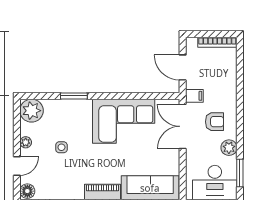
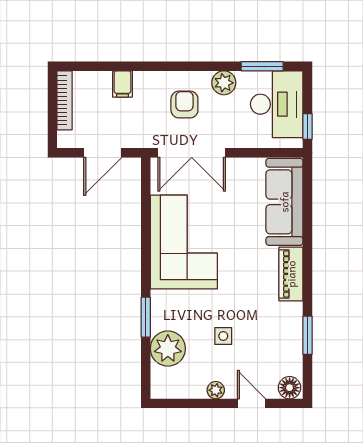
filing cabinet: (194, 96) -> (122, 84), moved, turned 180
plant: (32, 111) -> (168, 349), moved

